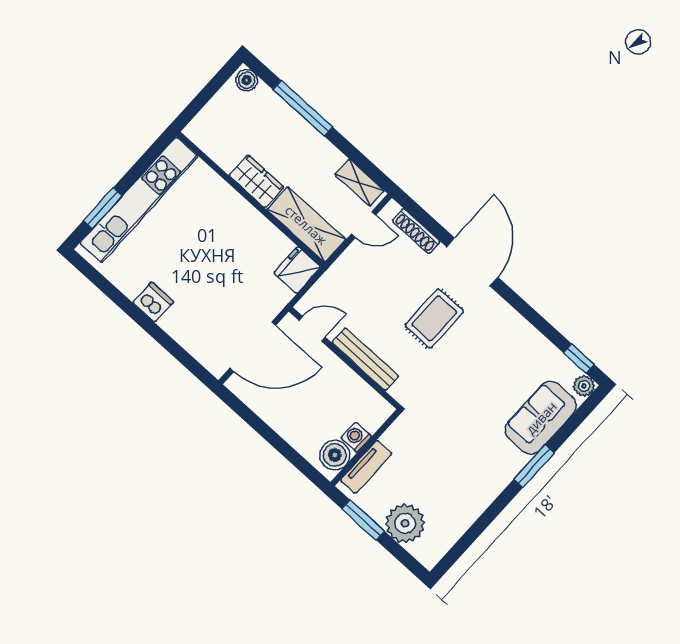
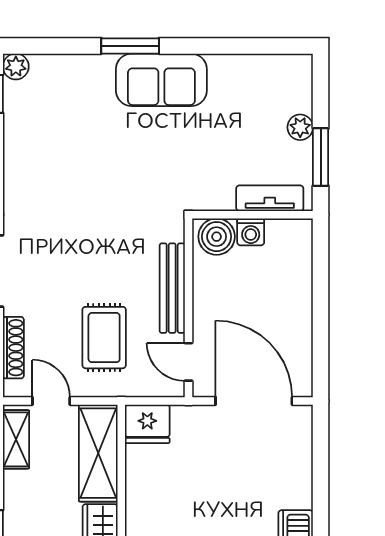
rug: (434, 318) -> (104, 338), moved, turned 90
sofa: (541, 418) -> (161, 80), moved
boiler: (335, 455) -> (217, 237), moved
plant: (405, 523) -> (300, 127), width x0.53, depth x0.53

